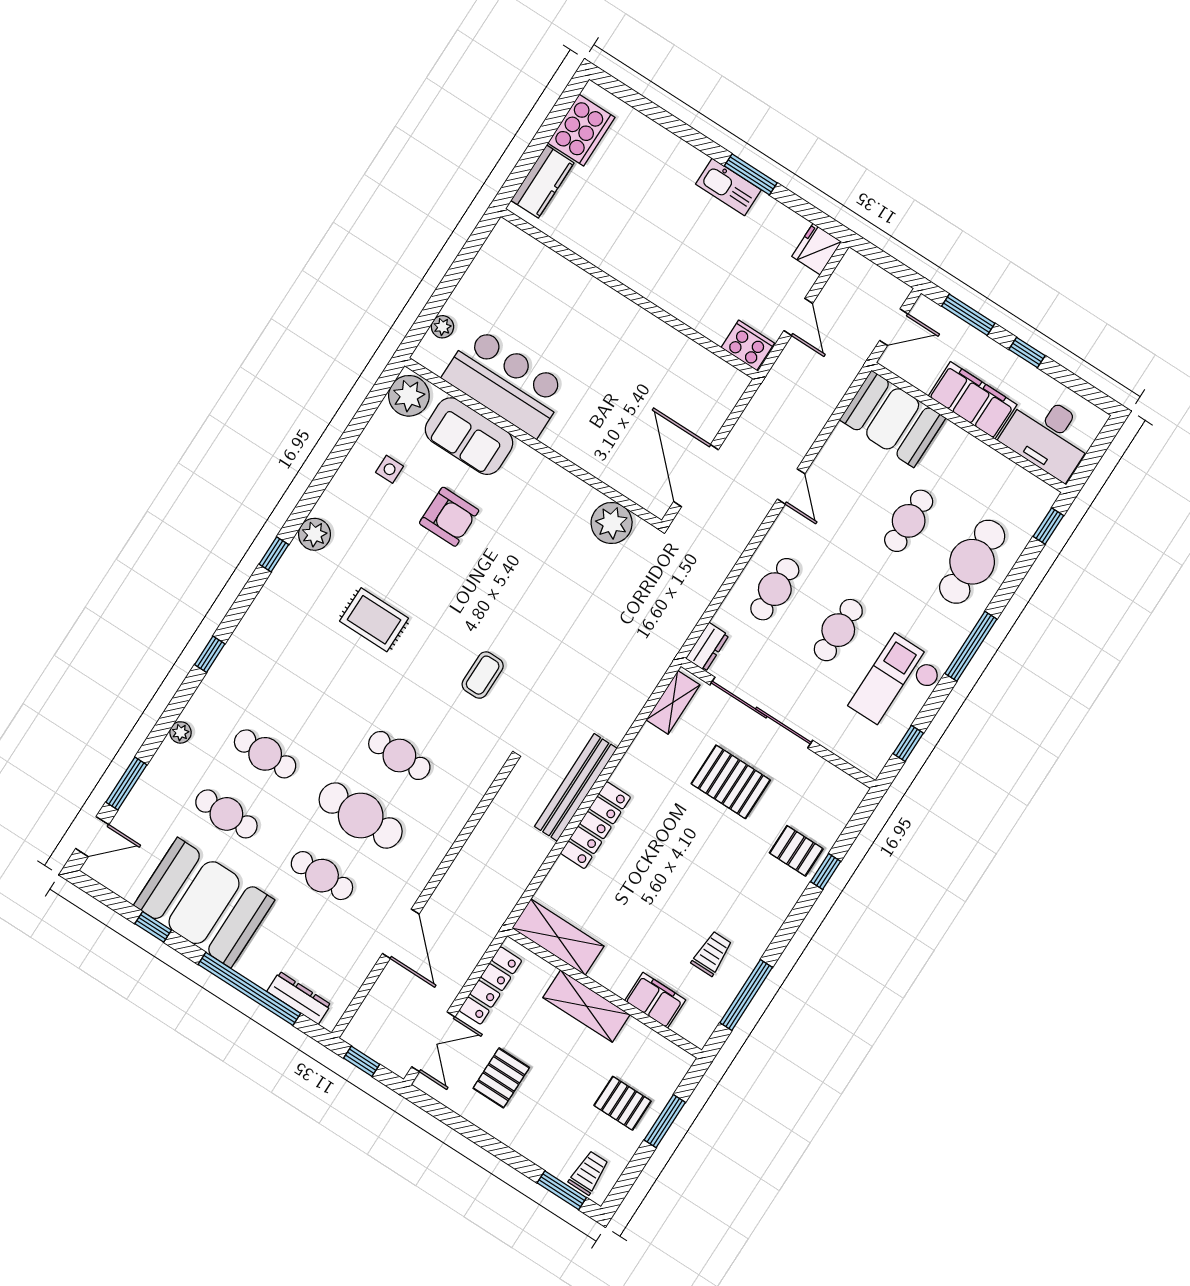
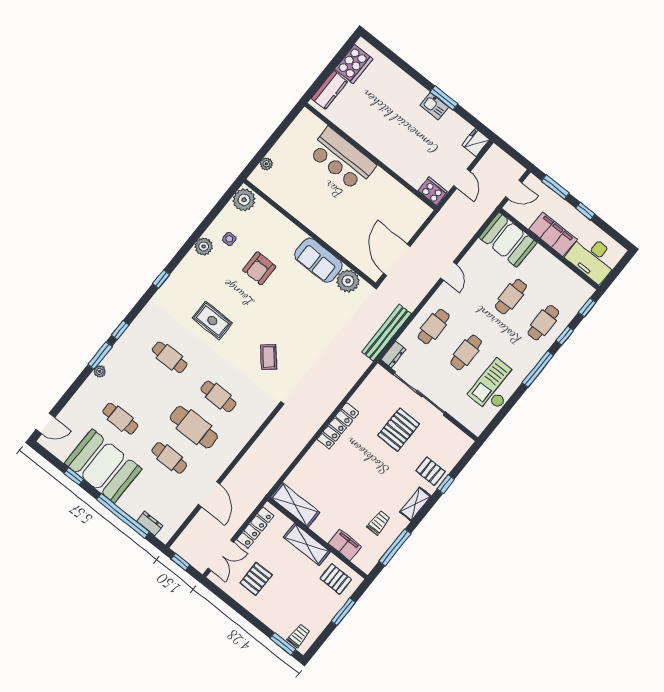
kitchen sink: (728, 187) -> (434, 106), width x0.73
bar counter: (506, 382) -> (342, 159), moved, turned 180
sofa: (469, 436) -> (318, 260), moved
armchair: (449, 517) -> (259, 268), turned 90
plant: (315, 534) -> (204, 246), moved
cafe table: (972, 562) -> (543, 323), width x0.73, depth x0.74
coffee table: (483, 675) -> (269, 357), turned -41
shelving: (673, 702) -> (415, 504), moved
window: (908, 743) -> (565, 335), moved
cafe table: (265, 754) -> (170, 357), moved
pallet: (731, 782) -> (399, 430), turned 90
window: (126, 784) -> (100, 355), moved
bench: (576, 787) -> (386, 333), moved
locker: (595, 825) -> (338, 426), moved
dresser: (299, 998) -> (150, 524), width x0.70
pallet: (623, 1103) -> (336, 579), moved

